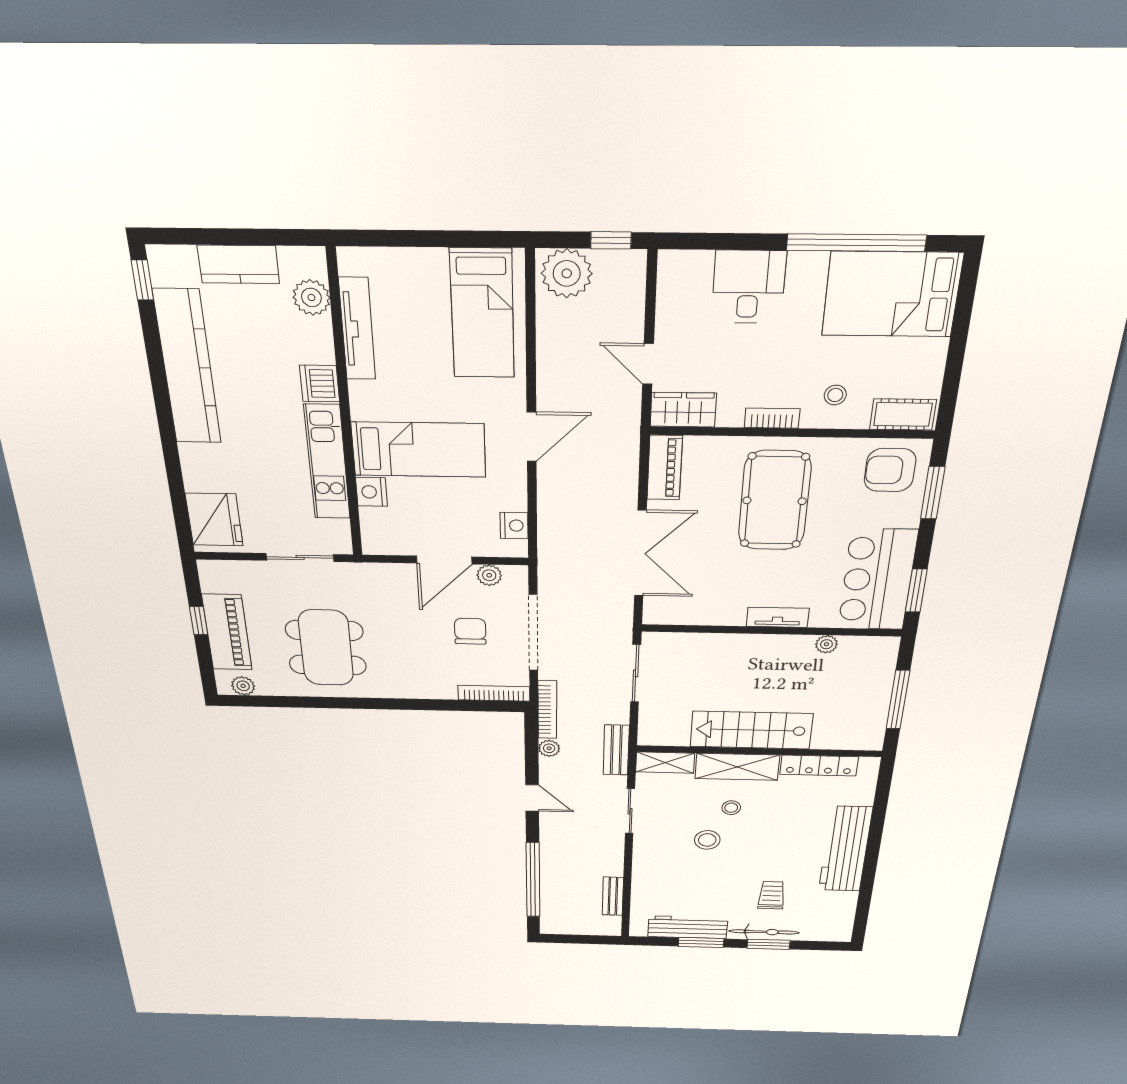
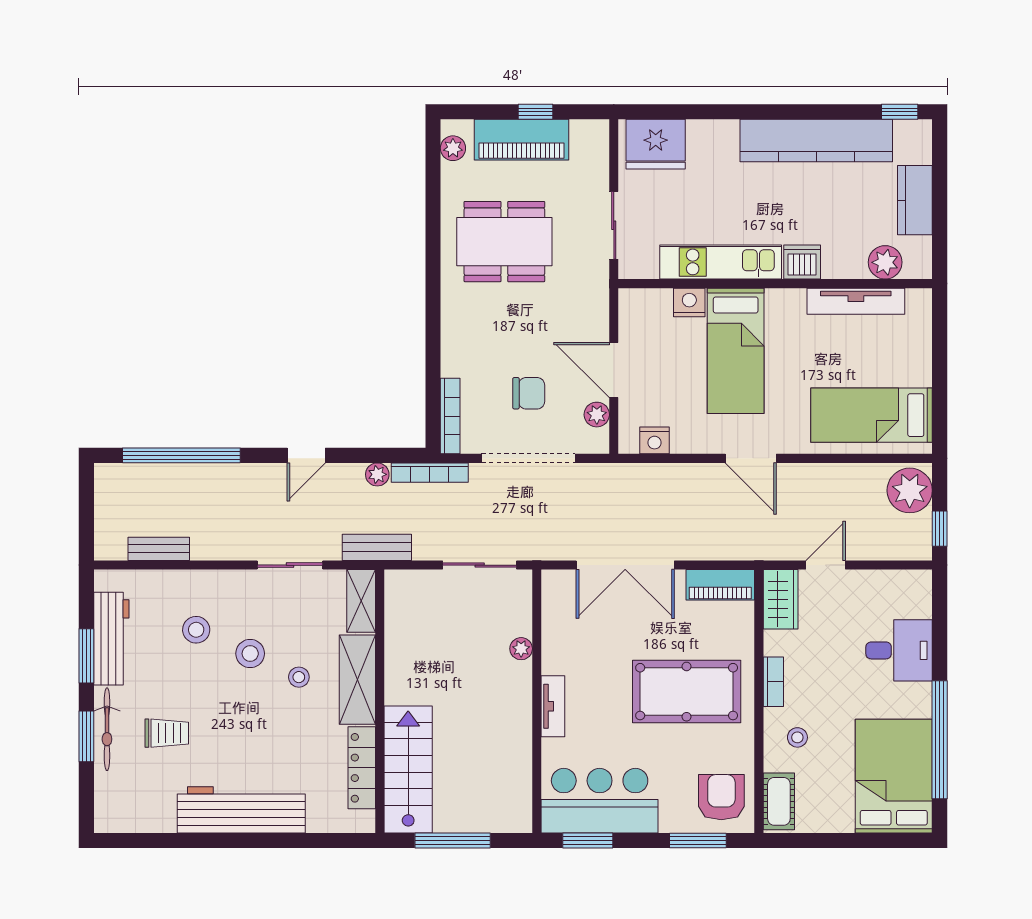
plant: (826, 644) -> (521, 649), moved
stairs: (751, 730) -> (408, 770), moved
stool: (684, 874) -> (196, 630), added

